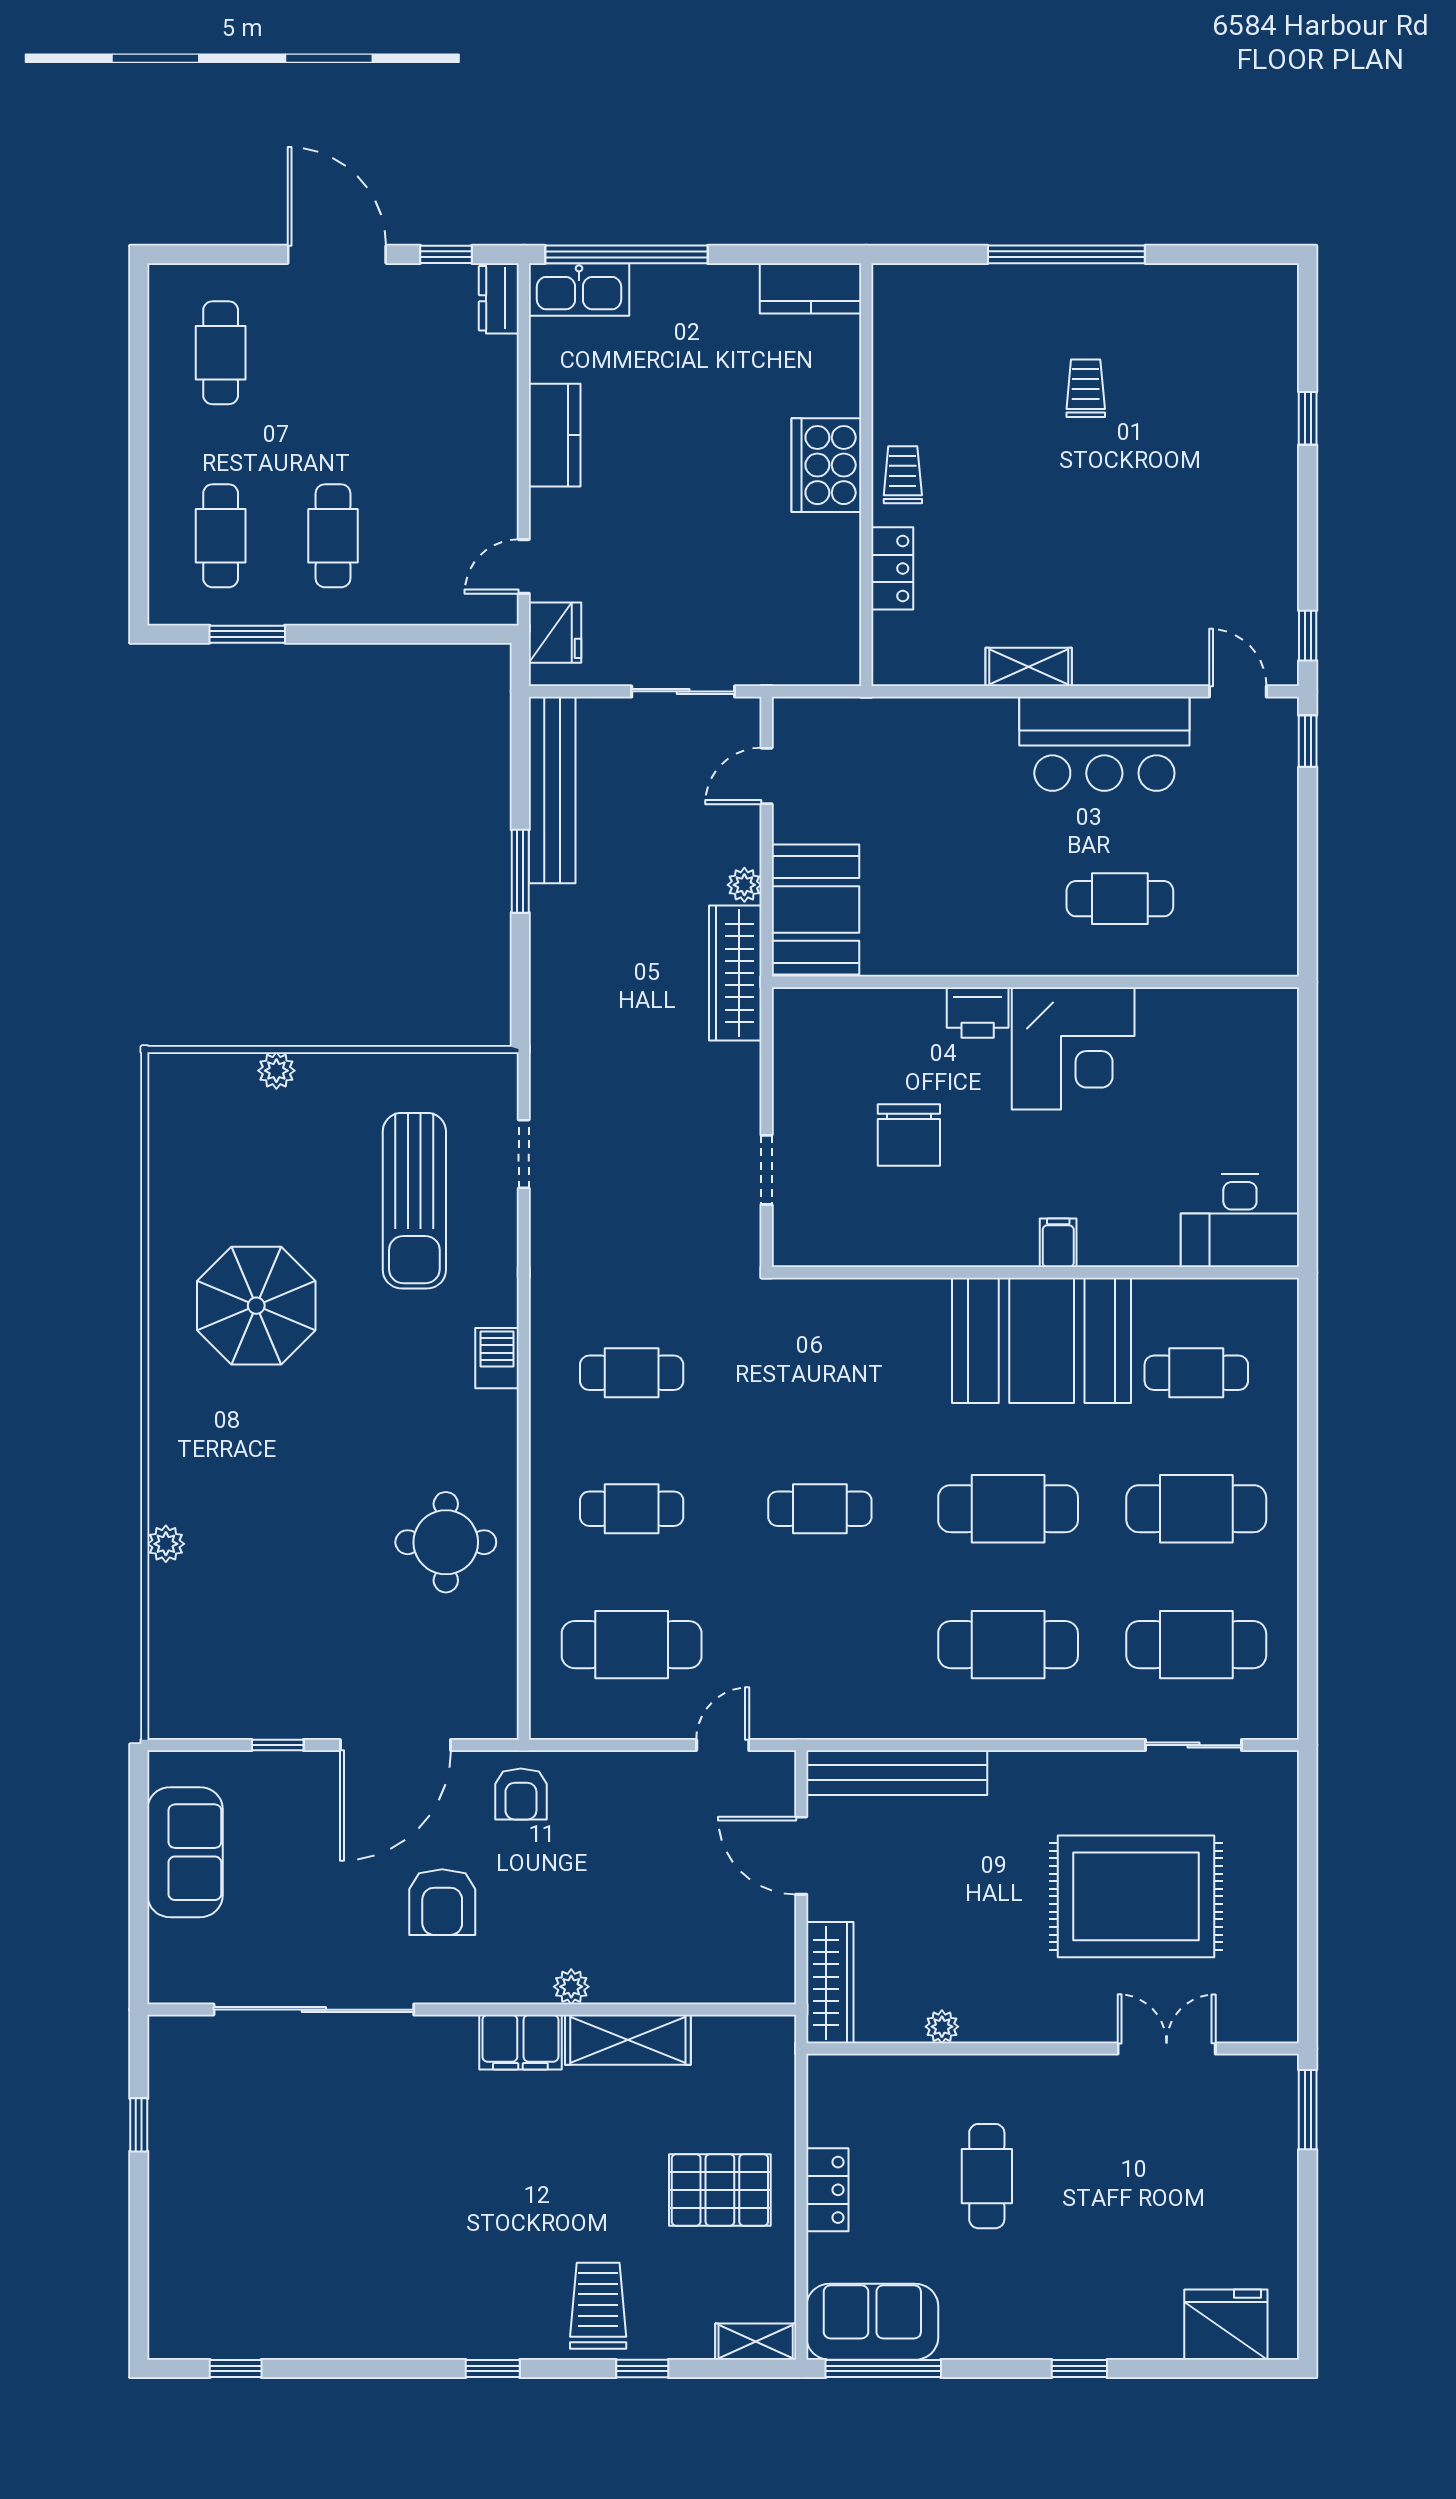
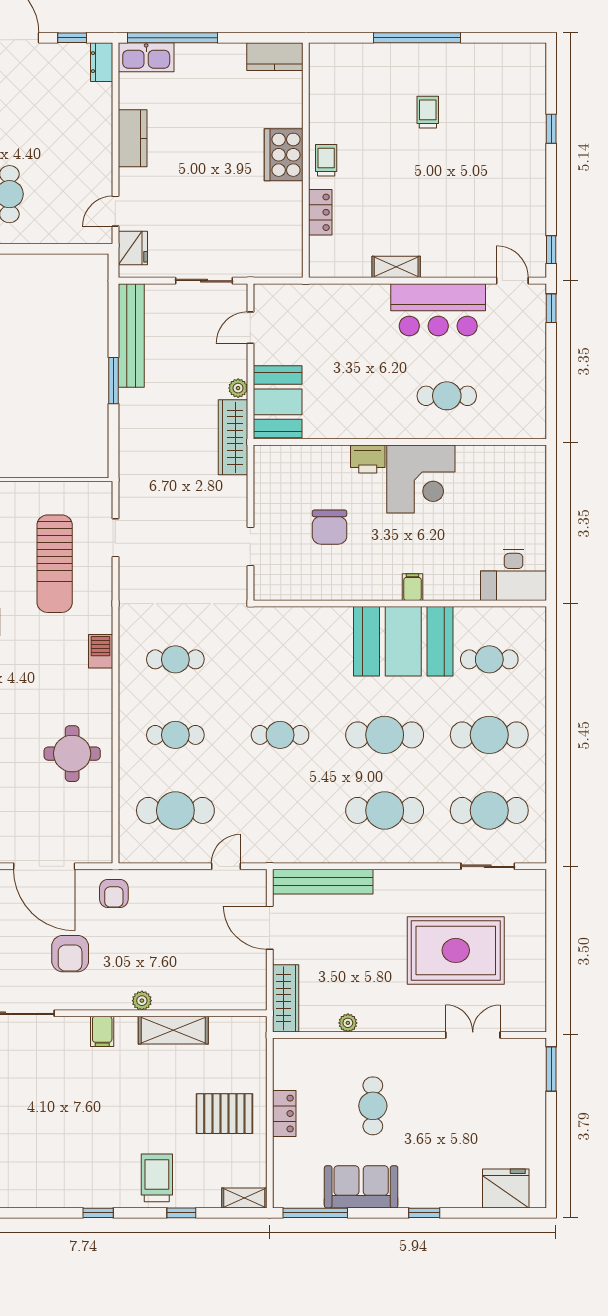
door: (395, 1745) -> (44, 866), hinge flipped
filing cabinet: (520, 2042) -> (102, 1031), width x0.50
sofa: (872, 2322) -> (361, 1187), moved

